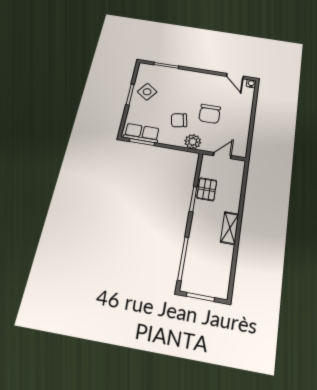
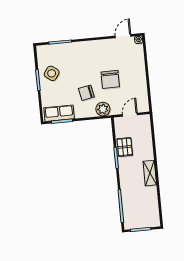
door: (235, 76) -> (123, 36), swing flipped

